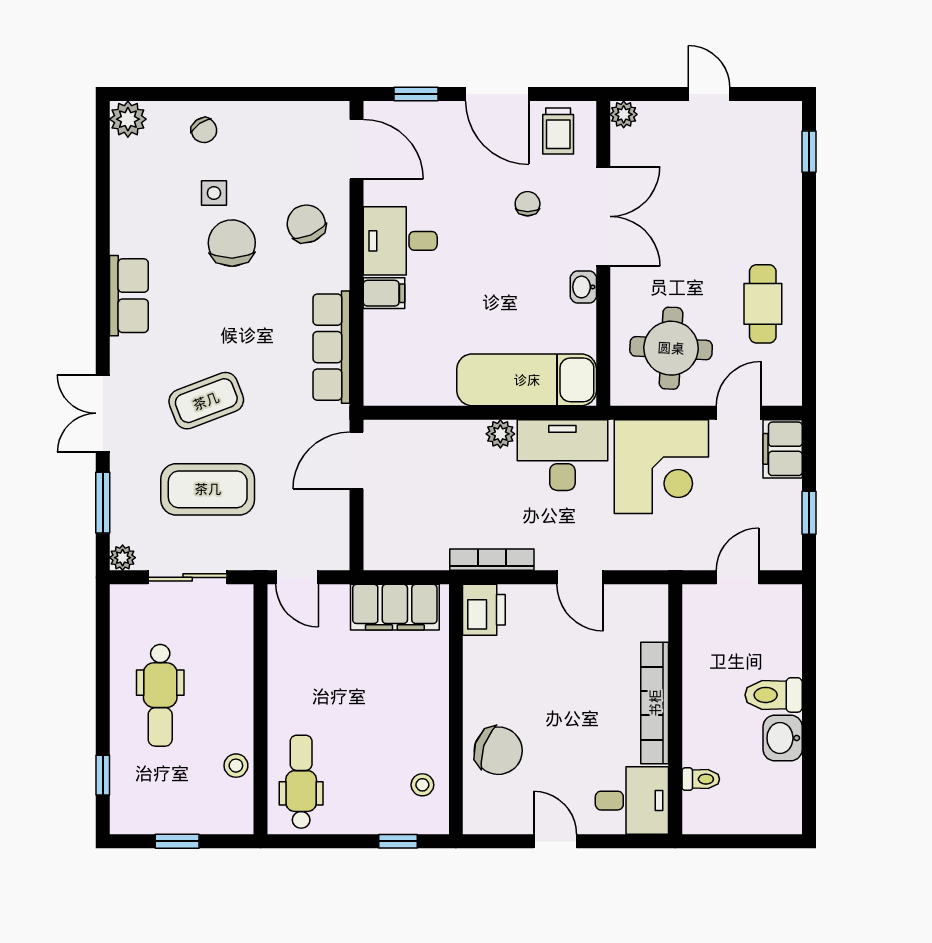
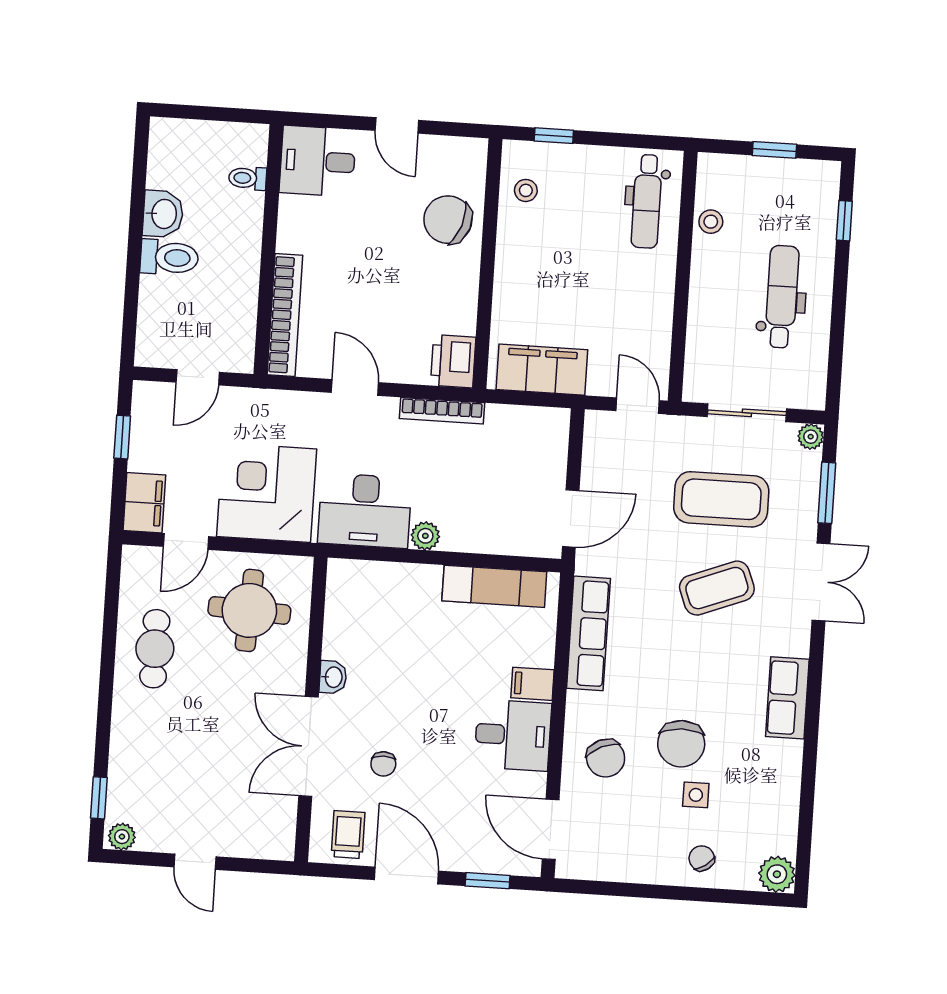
plant: (624, 114) -> (122, 837), moved
exam couch: (527, 380) -> (494, 586), moved, width x0.73, depth x0.69
bookcase: (655, 703) -> (285, 315), moved

